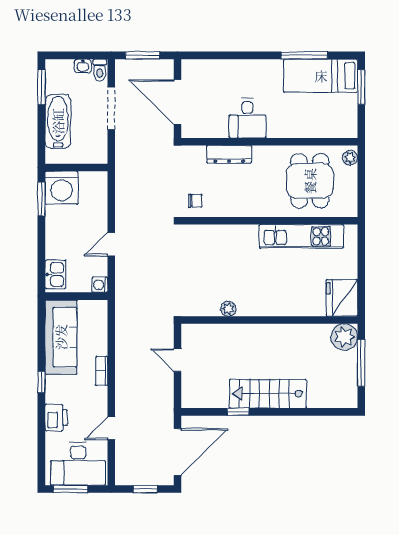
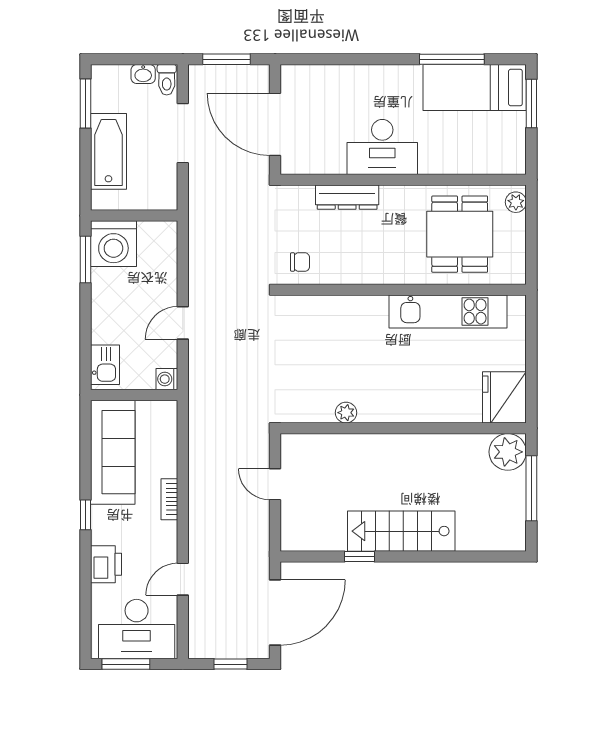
desk: (247, 118) -> (382, 147), width x1.37

